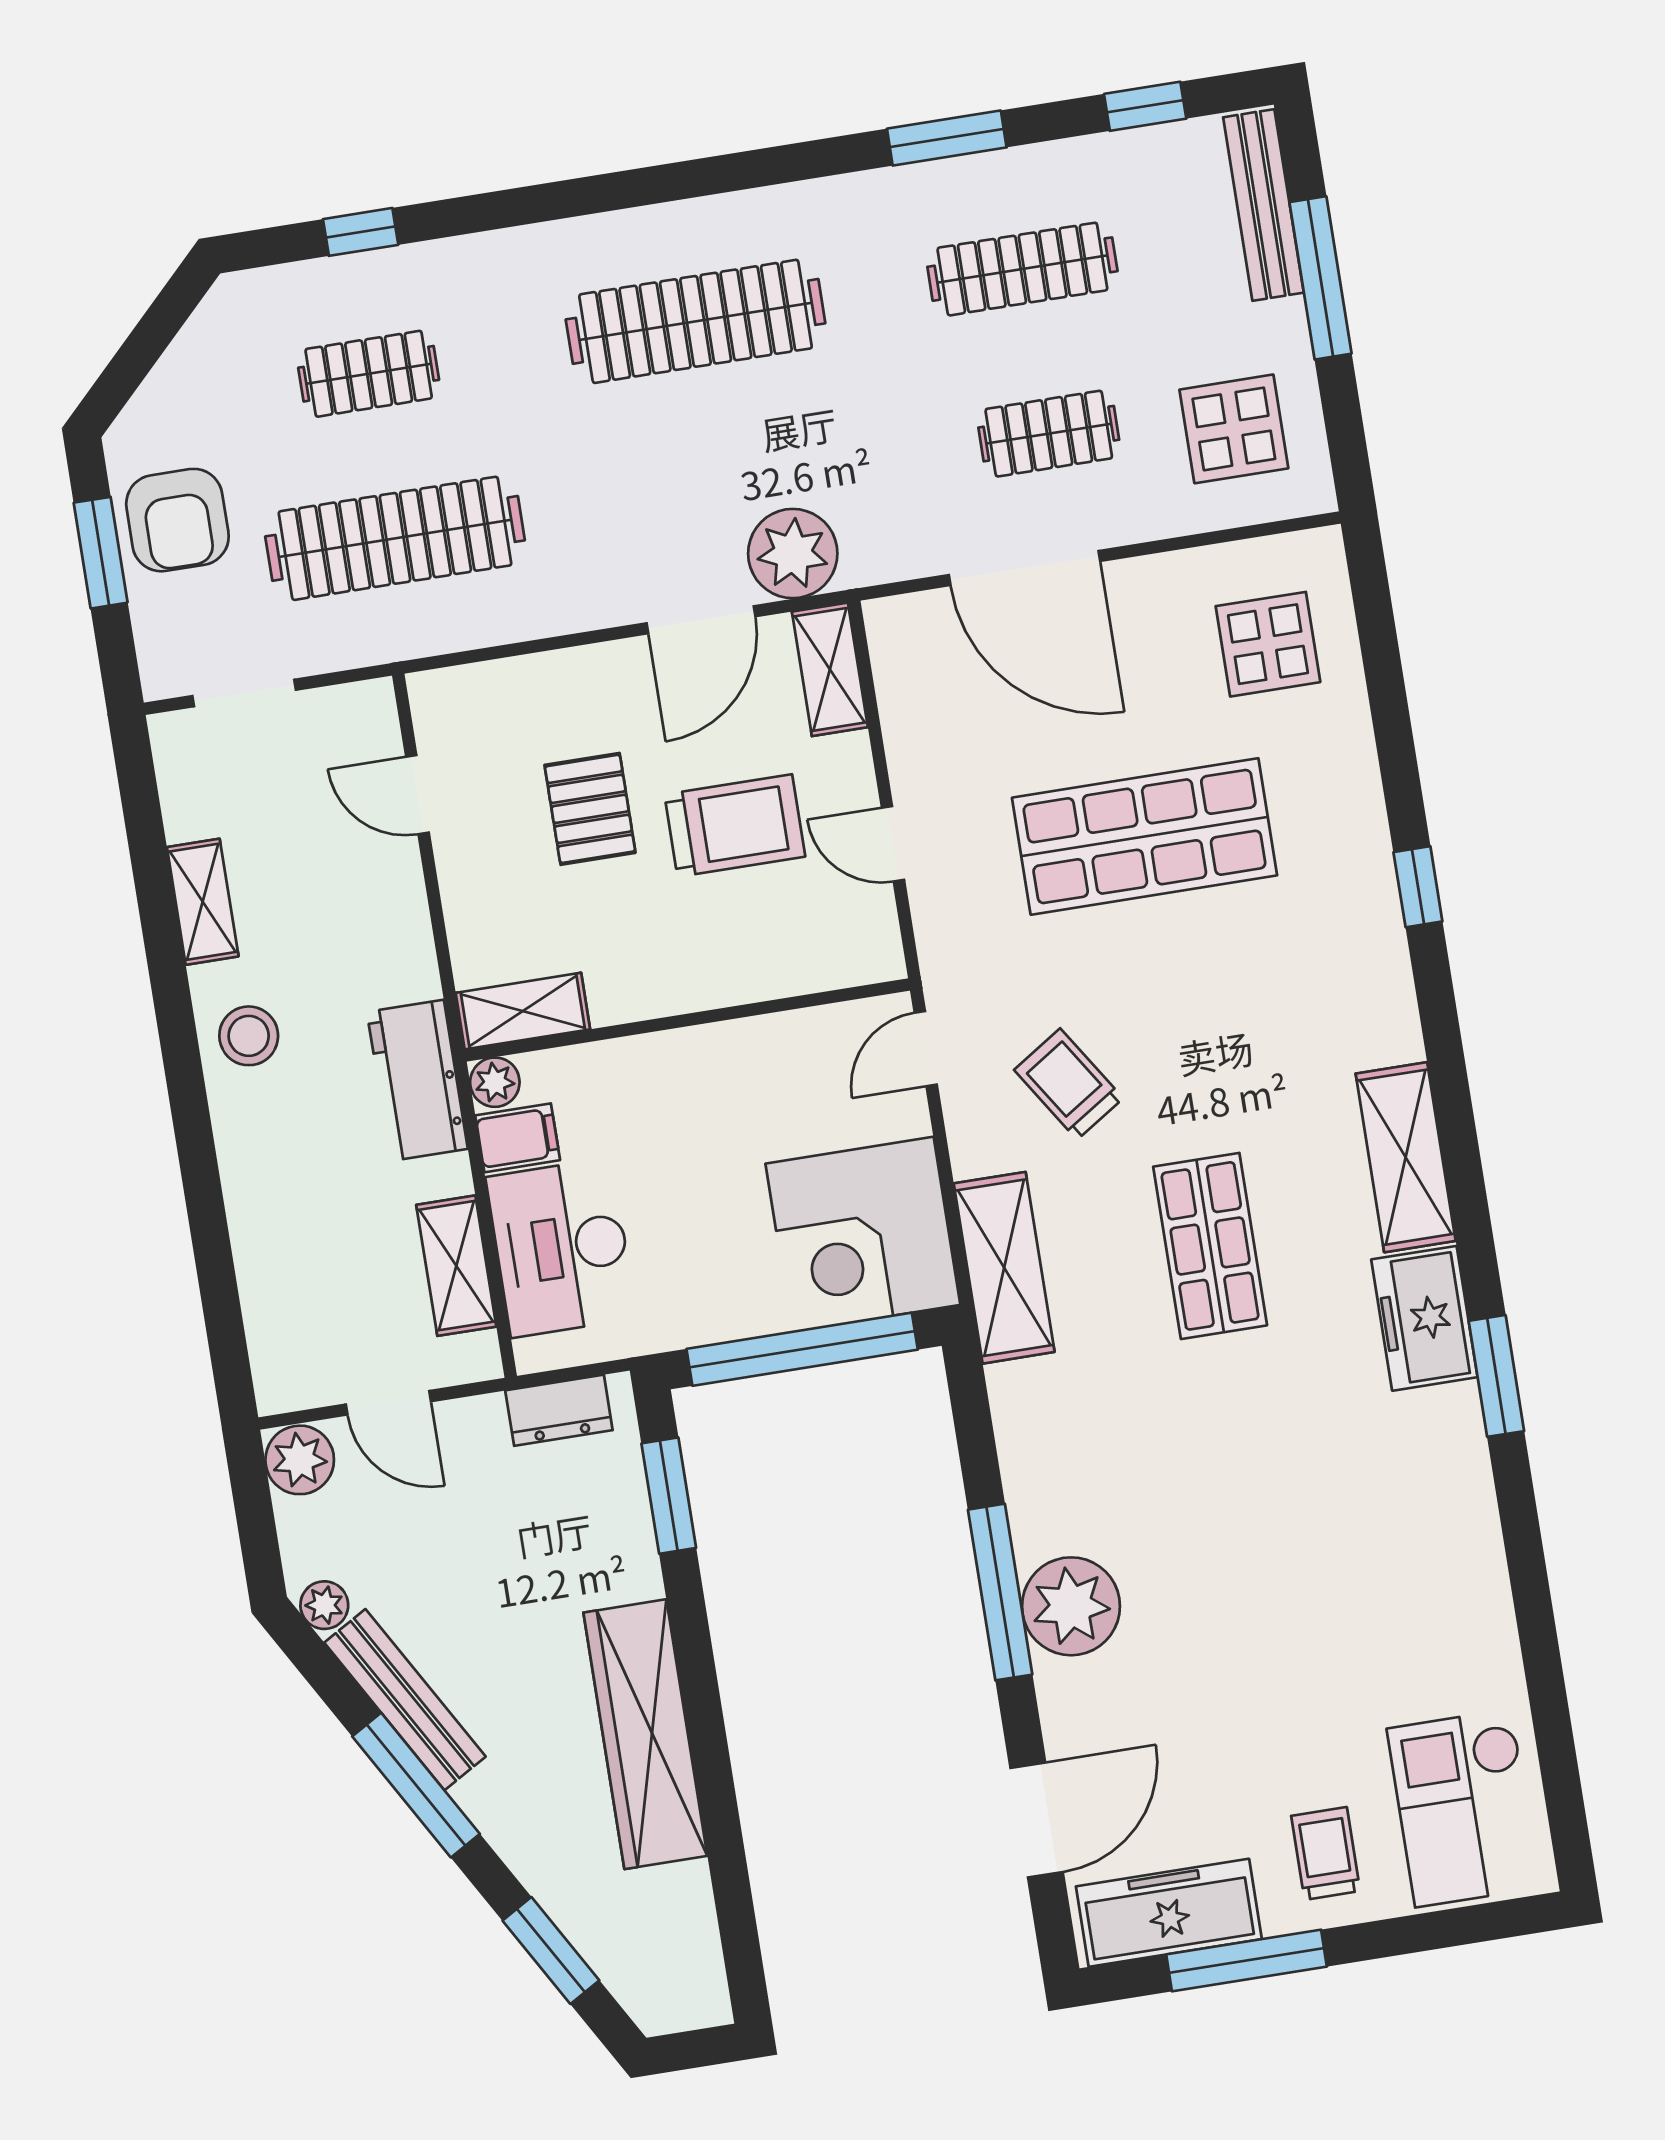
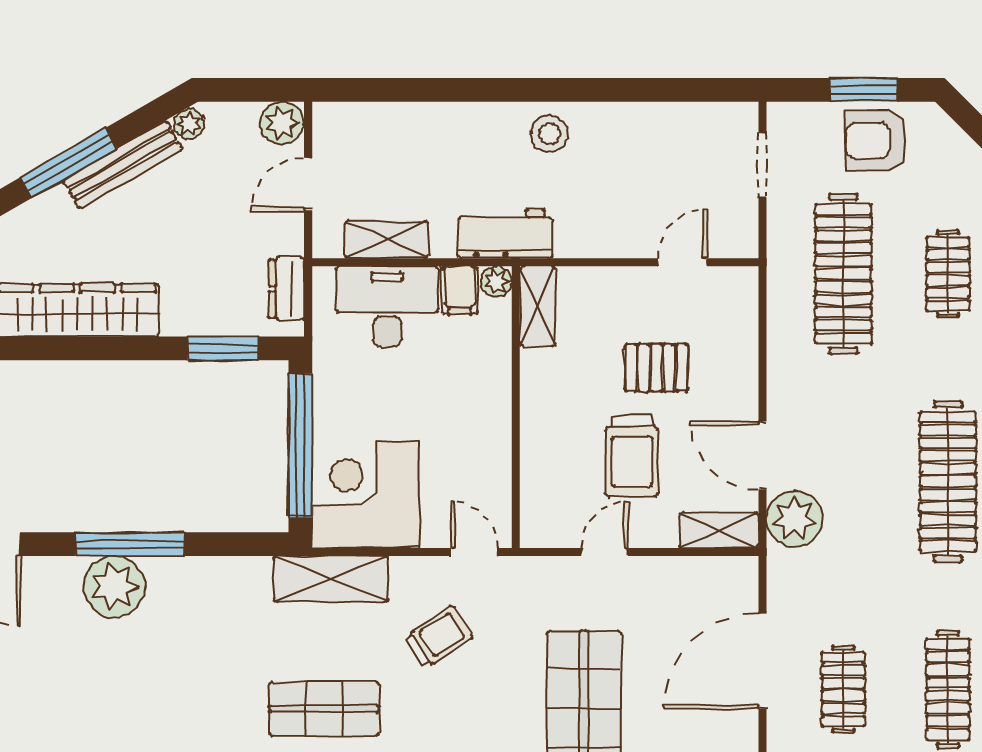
shelving: (203, 902) -> (637, 118), removed

